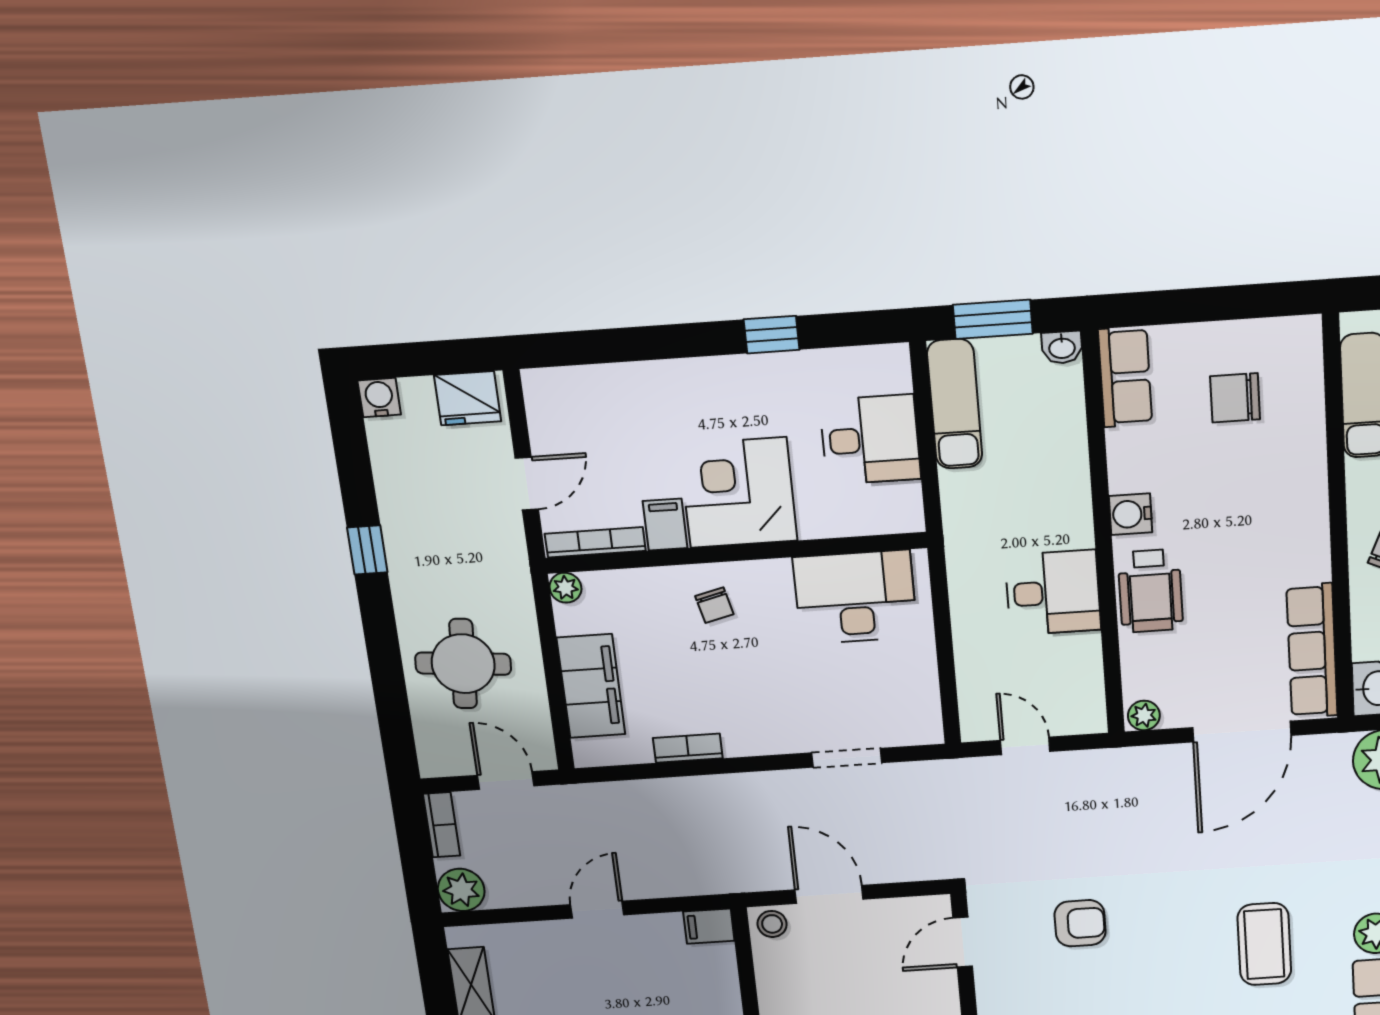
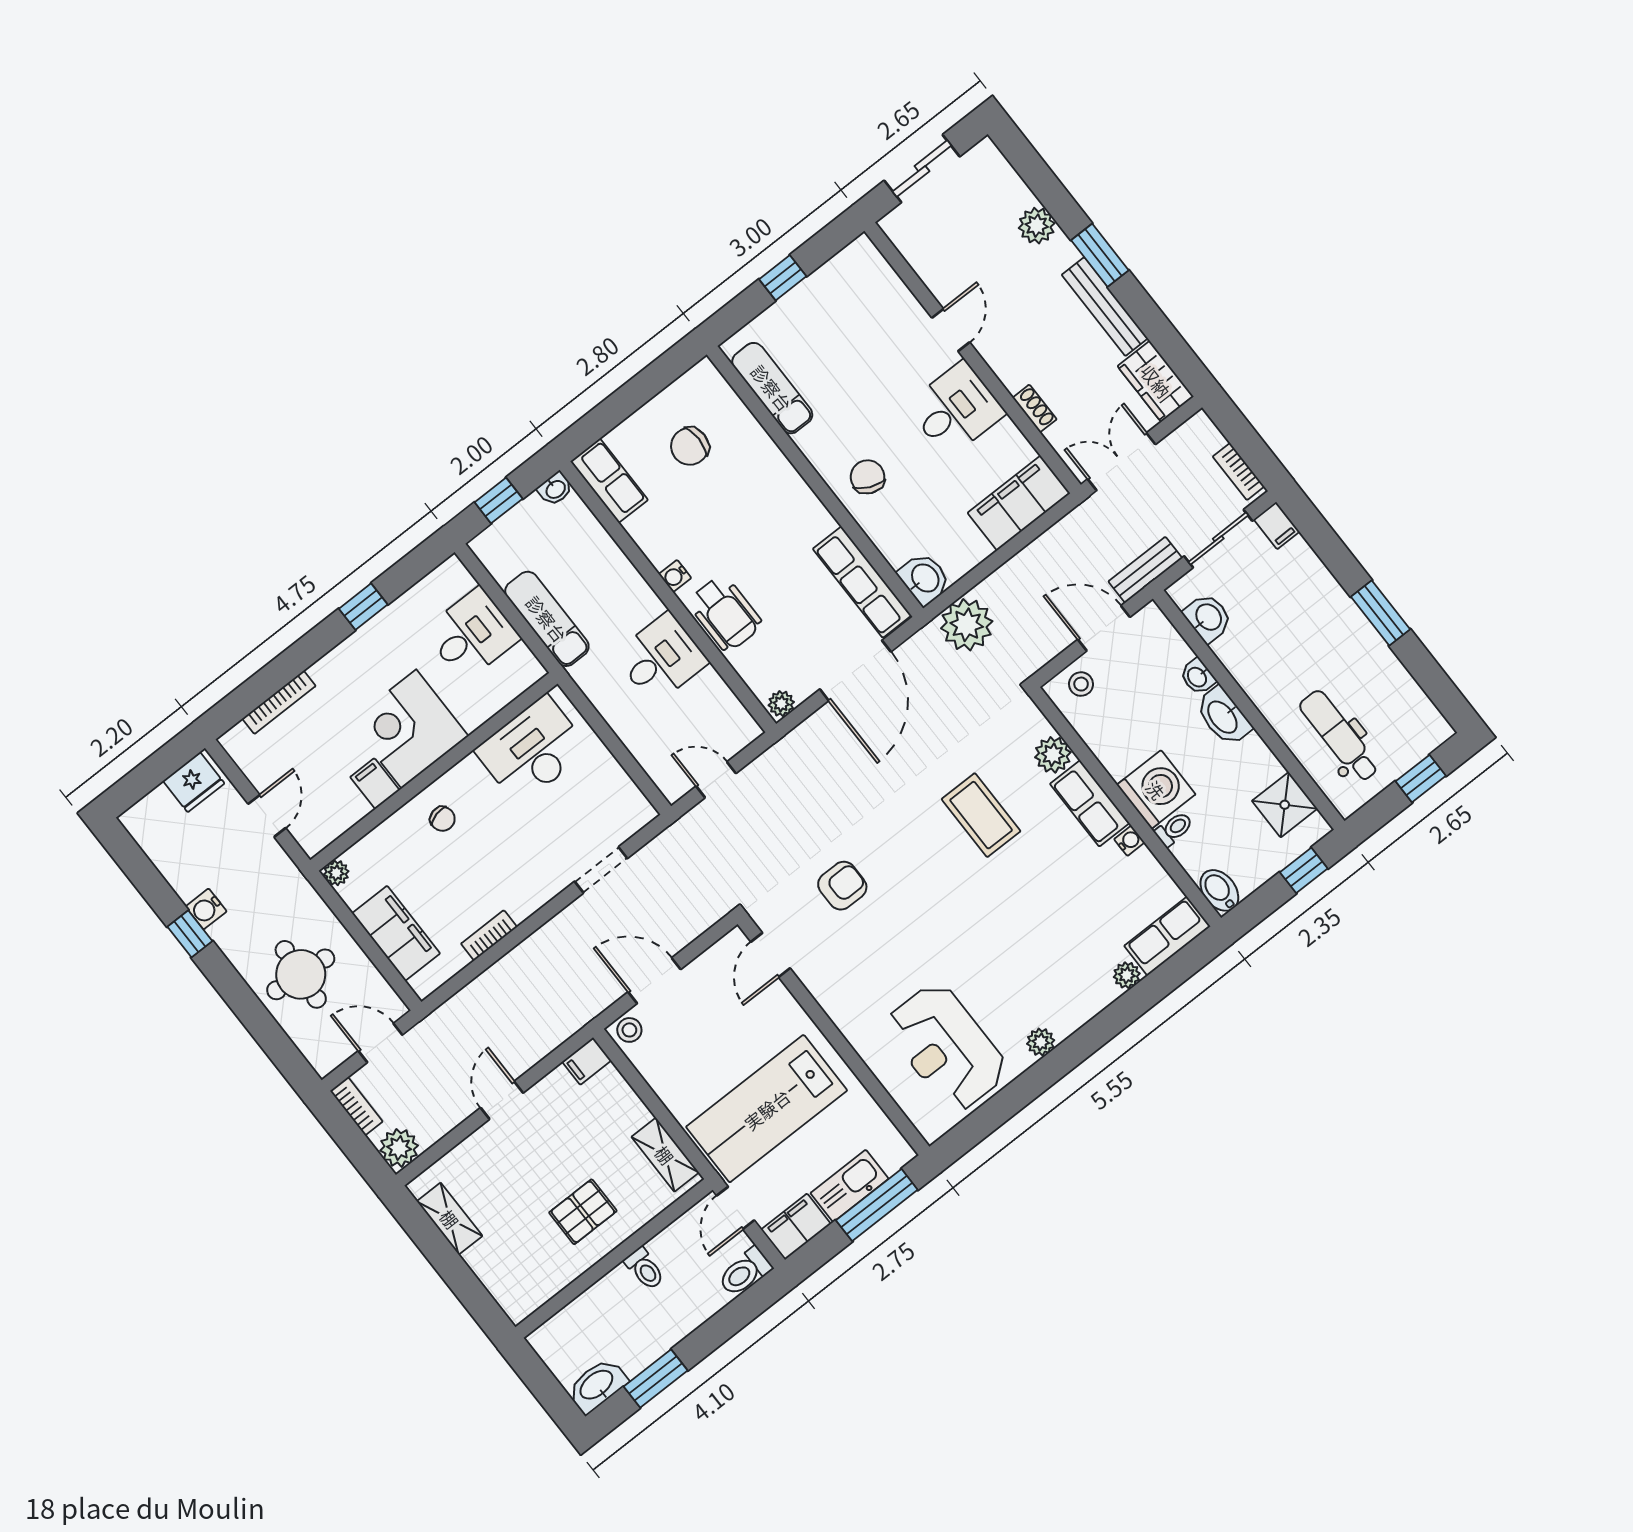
window: (993, 319) -> (499, 501), width x0.67
water cooler: (379, 398) -> (206, 909), moved, turned -90
exam couch: (955, 404) -> (547, 619), moved
water cooler: (1131, 514) -> (675, 576), width x0.72, depth x0.72
bookcase: (595, 542) -> (279, 702), moved, turned 180

